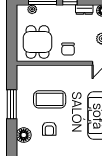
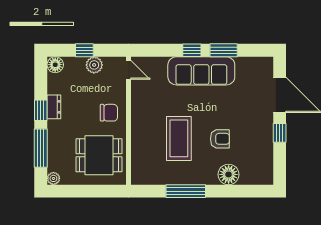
plant: (32, 9) -> (53, 178), moved
dresser: (84, 10) -> (54, 107), moved

